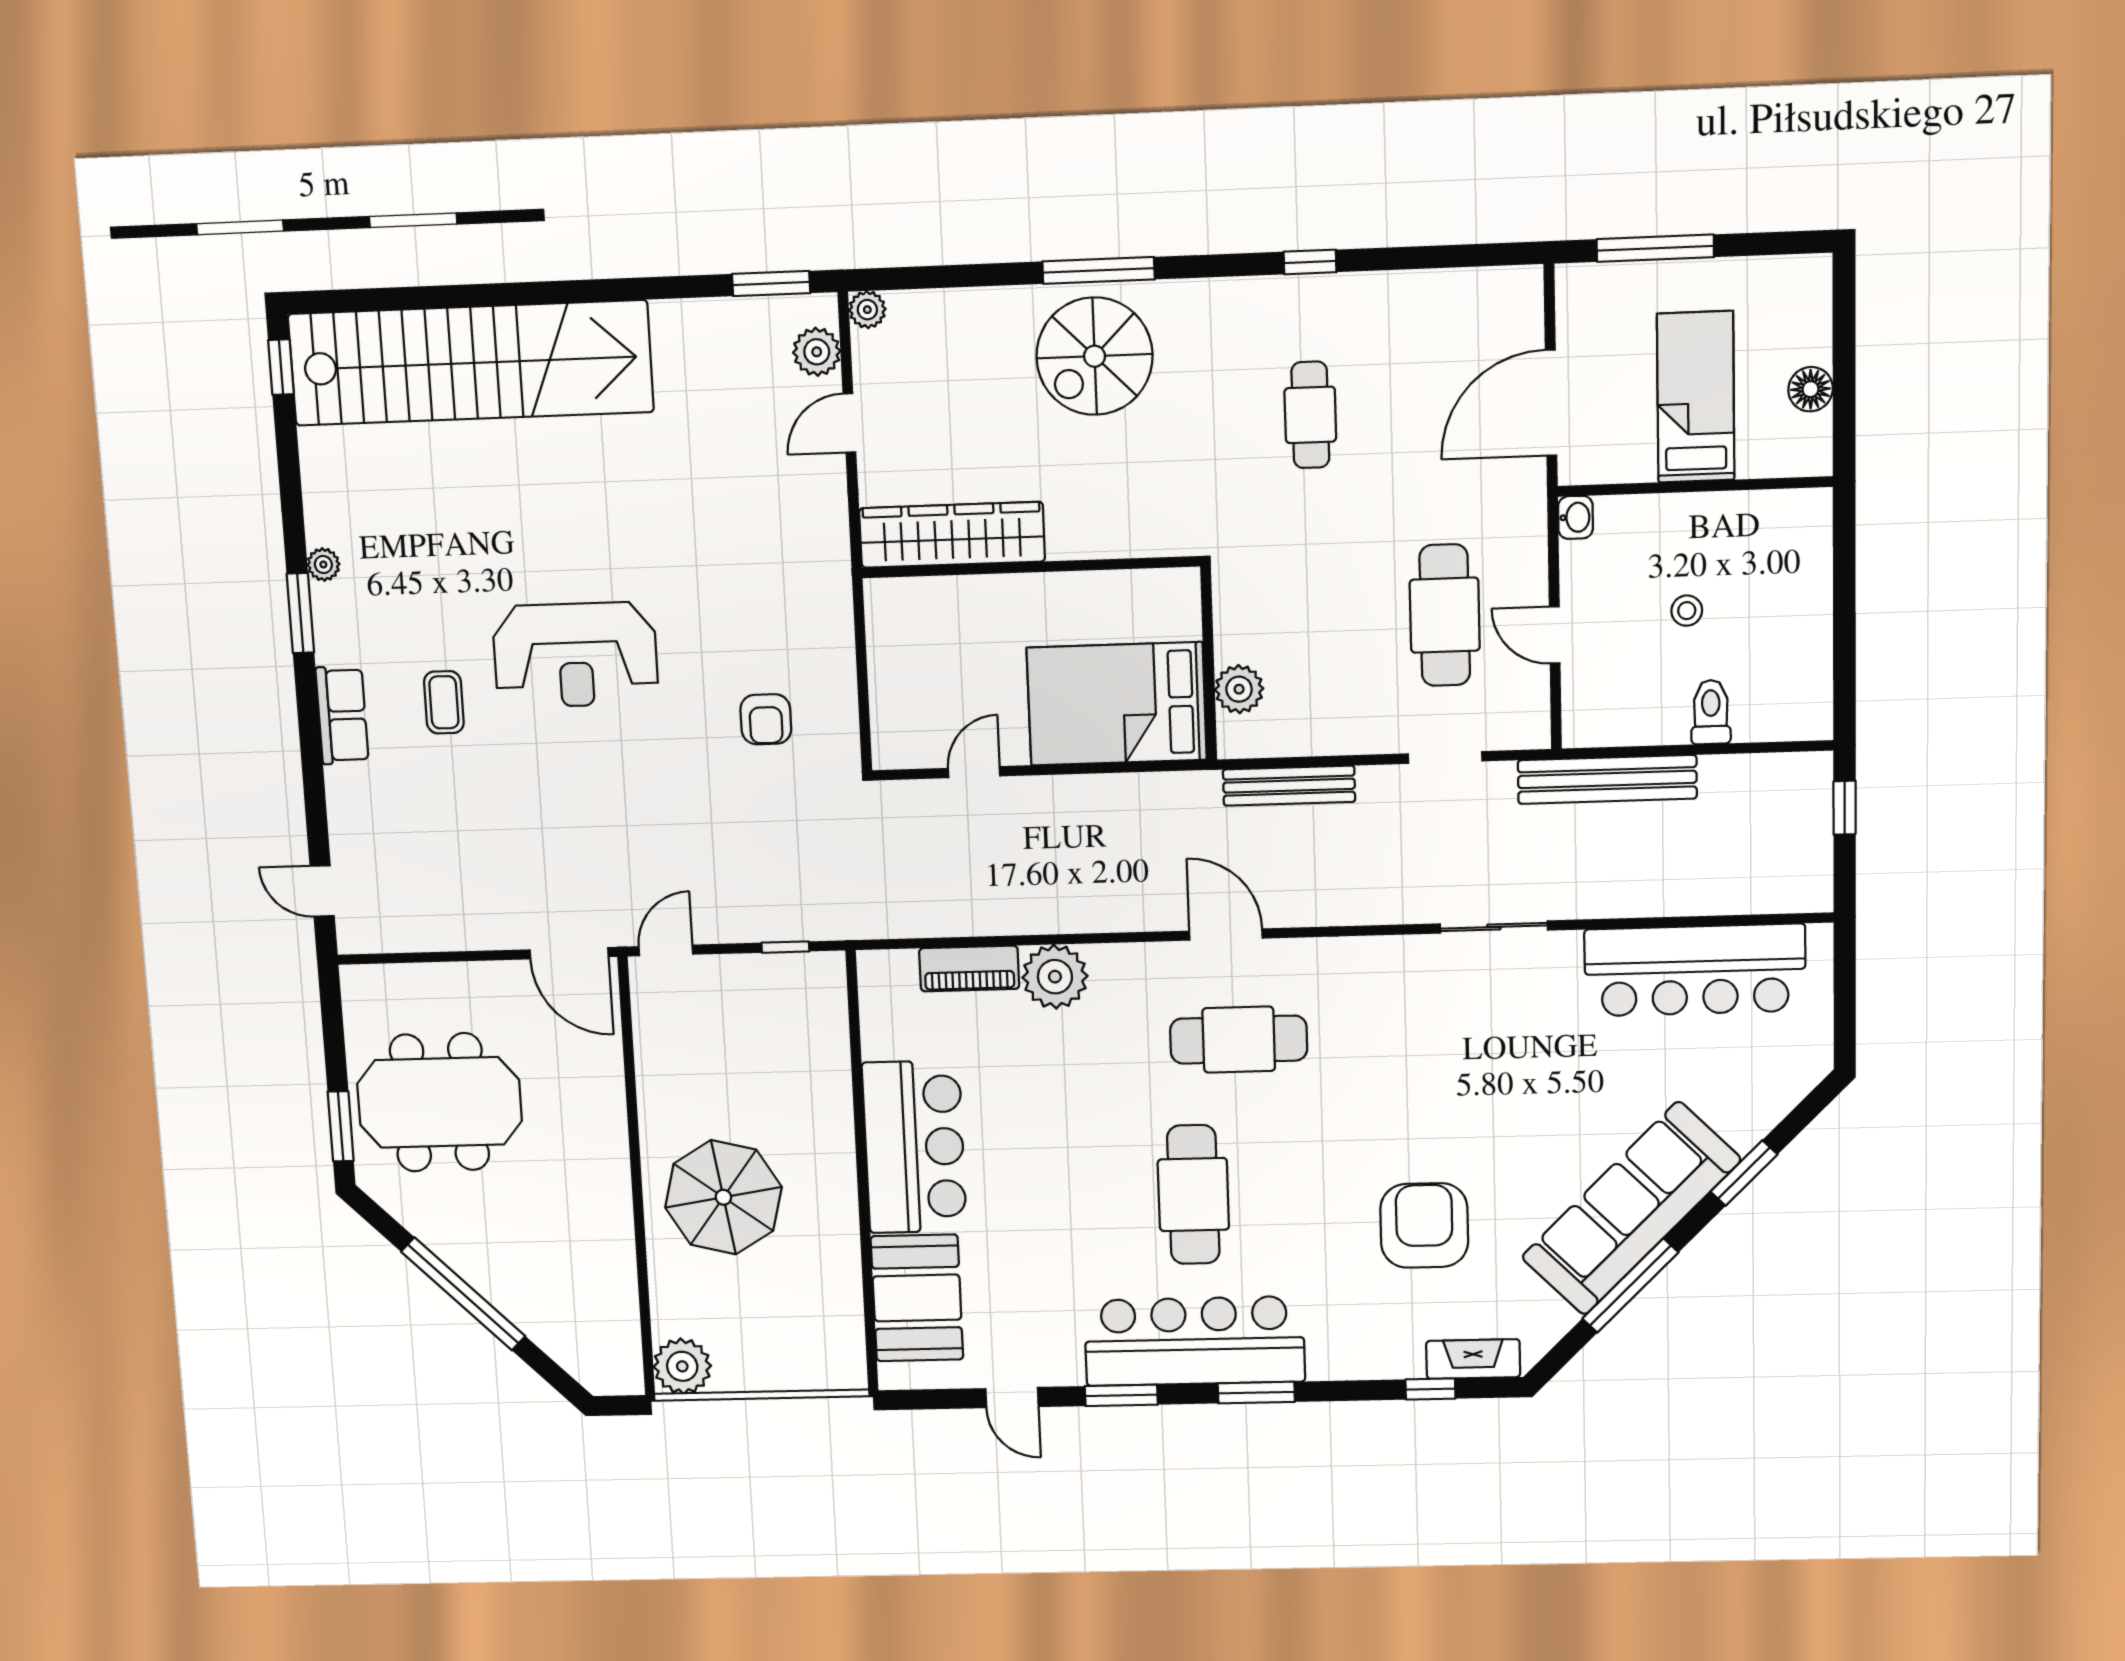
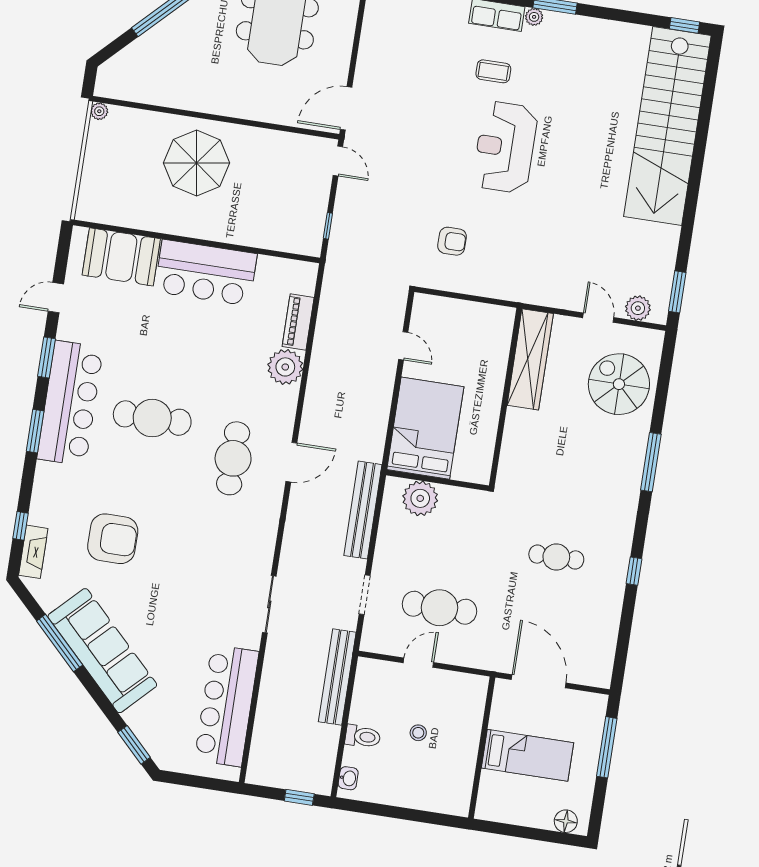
plant: (867, 310) -> (654, 339), removed
spiral stairs: (1095, 356) -> (619, 384), moved
floor lamp: (1811, 389) -> (566, 821), moved
washbasin: (1575, 517) -> (348, 778), moved, turned -90
plant: (323, 565) -> (534, 17), moved
plant: (1239, 689) -> (420, 498), width x1.36, depth x1.36
armchair: (766, 719) -> (452, 241), turned 180
bench: (1289, 786) -> (363, 510), width x1.37, depth x1.21
window: (1744, 1173) -> (134, 745), moved
plant: (682, 1366) -> (99, 111), width x0.53, depth x0.53

